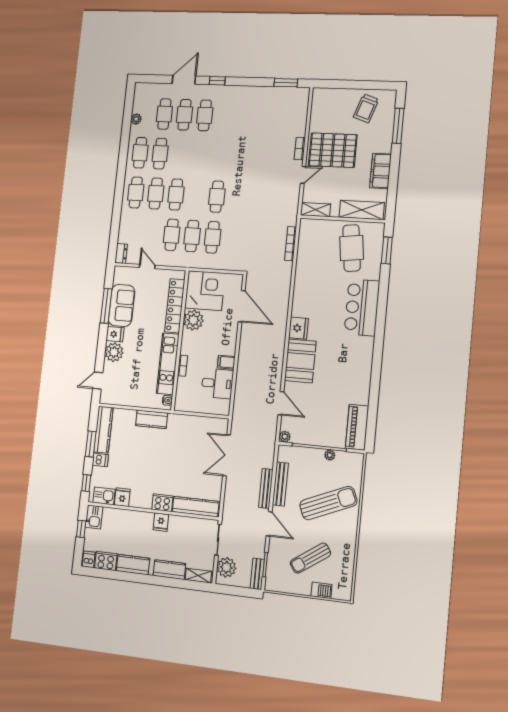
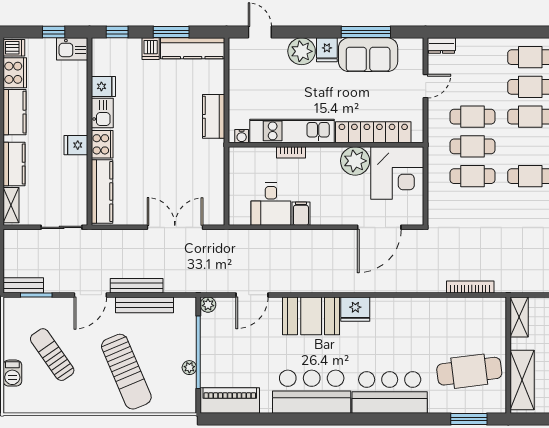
bar counter: (356, 365) -> (312, 392), added
kitchen sink: (104, 496) -> (102, 113), moved
plant: (226, 567) -> (27, 243), removed

